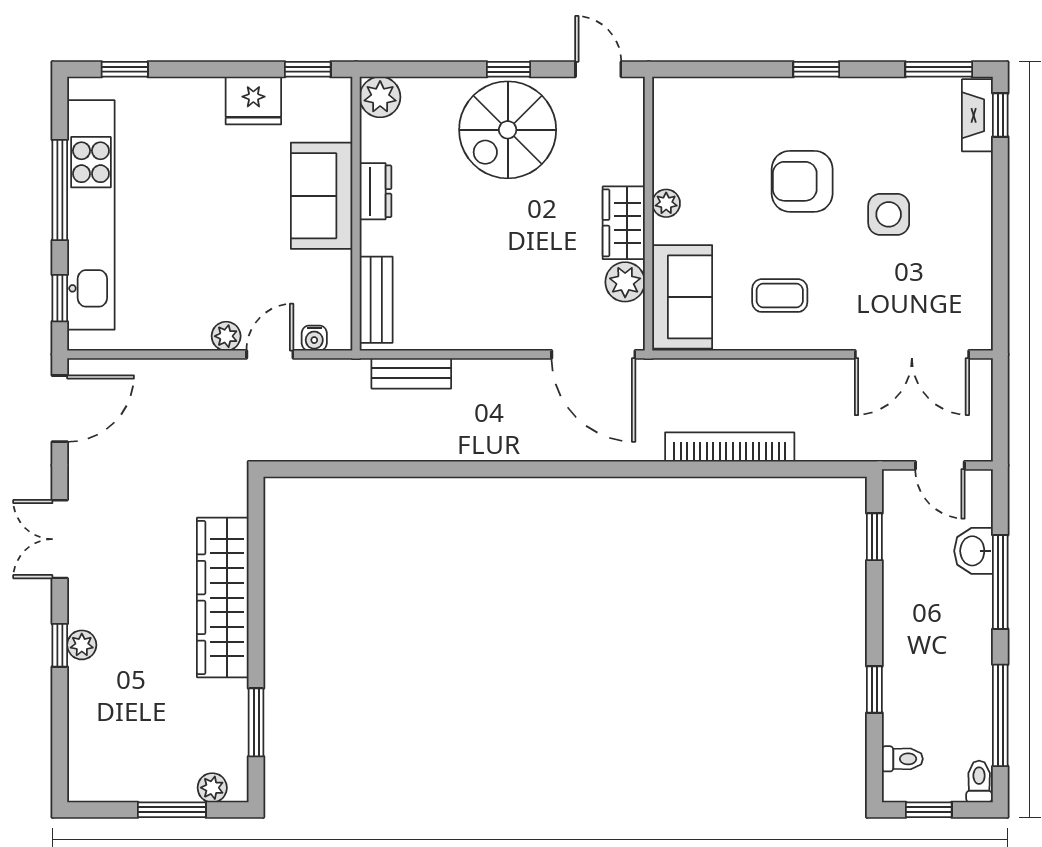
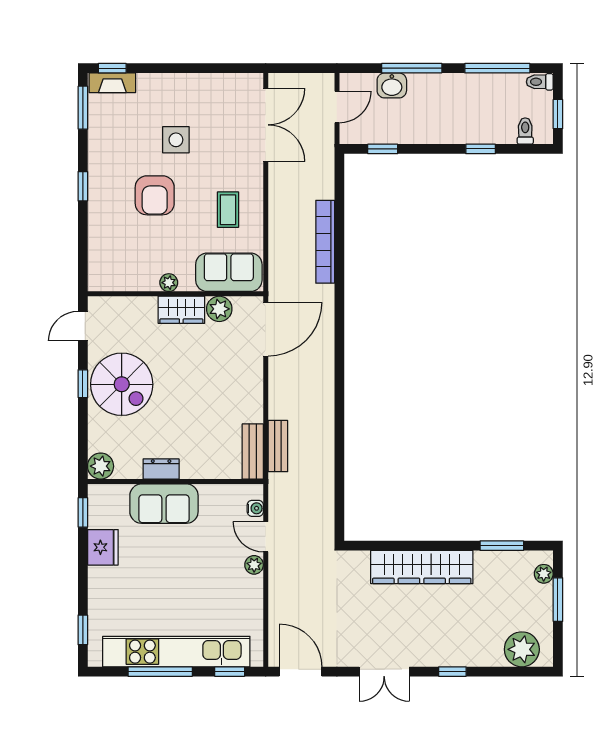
bench: (376, 300) -> (253, 452), moved, turned 90
plant: (82, 645) -> (522, 649), moved, width x1.88, depth x1.88

